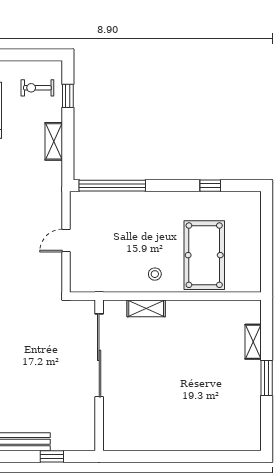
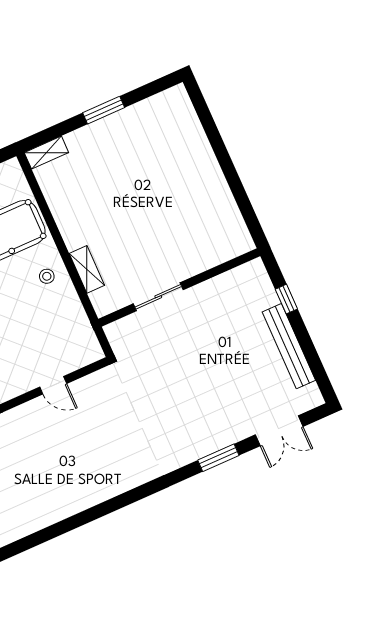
shelving: (253, 342) -> (46, 153), moved
sliding door: (99, 355) -> (158, 297), width x0.54

